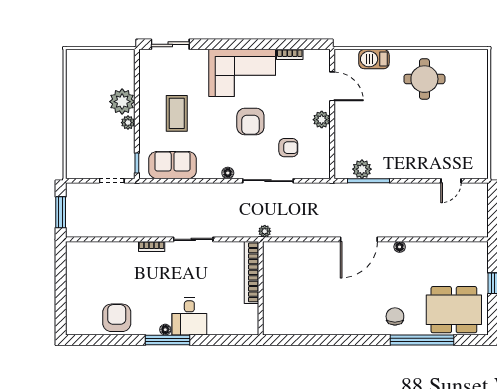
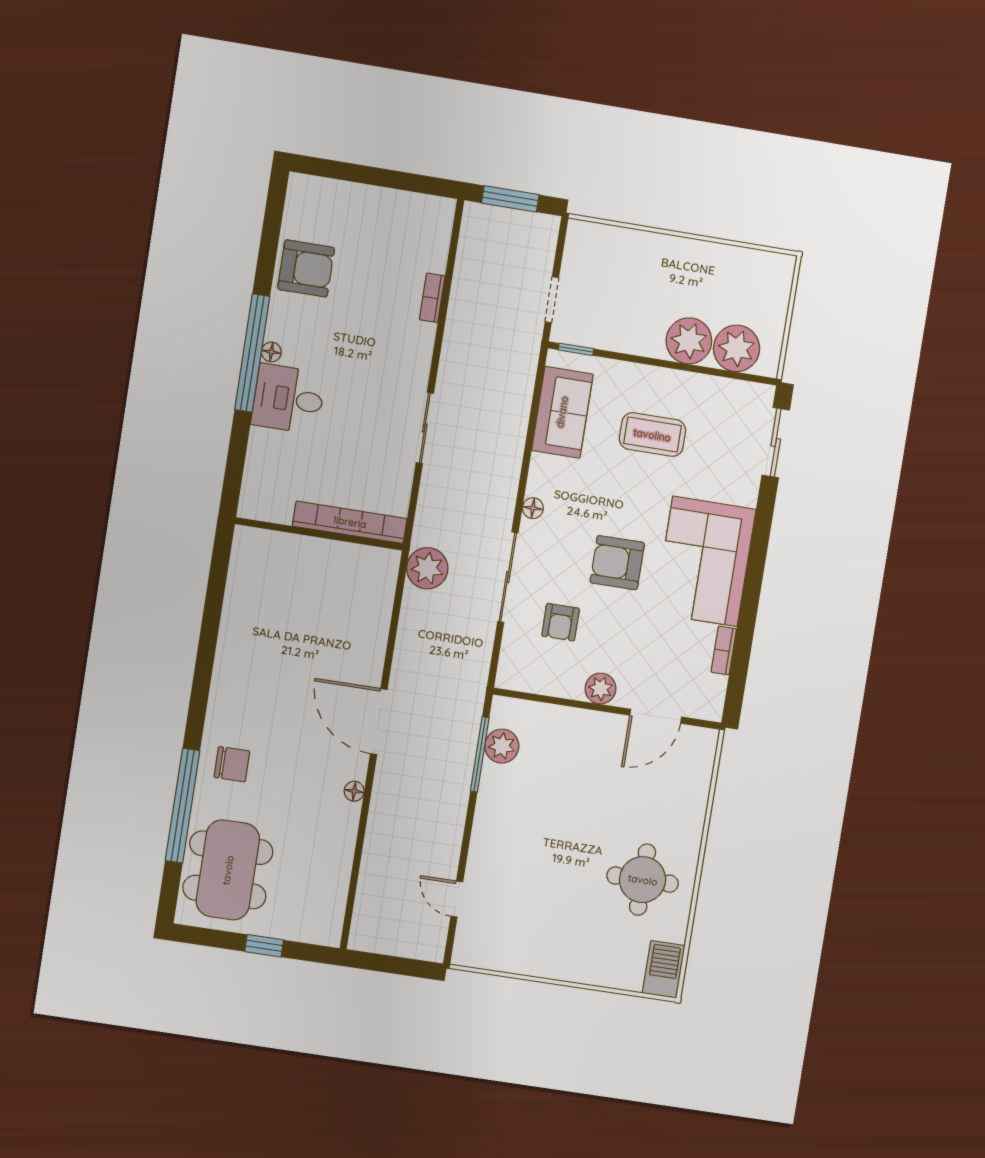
barbecue: (374, 59) -> (664, 969), moved
plant: (128, 123) -> (737, 348), moved, width x1.87, depth x1.87
plant: (265, 231) -> (427, 568), width x1.87, depth x1.87
bookcase: (152, 247) -> (432, 298), moved
window: (168, 340) -> (252, 353), width x1.46

